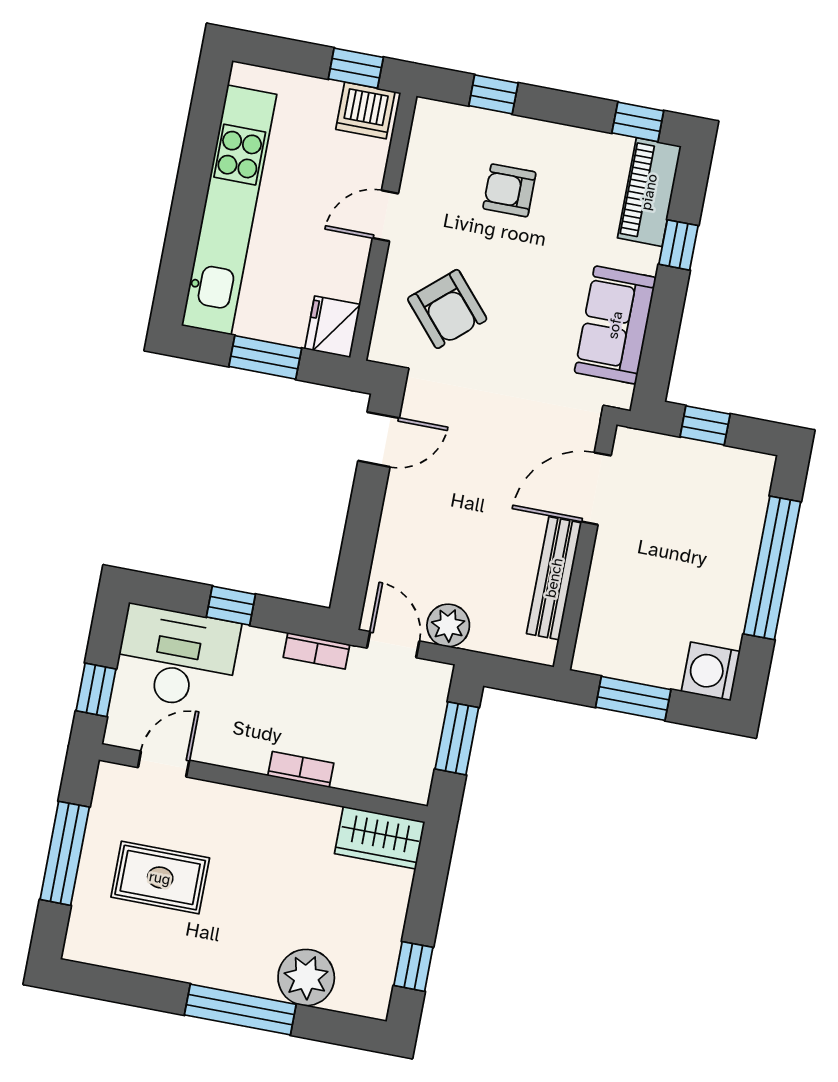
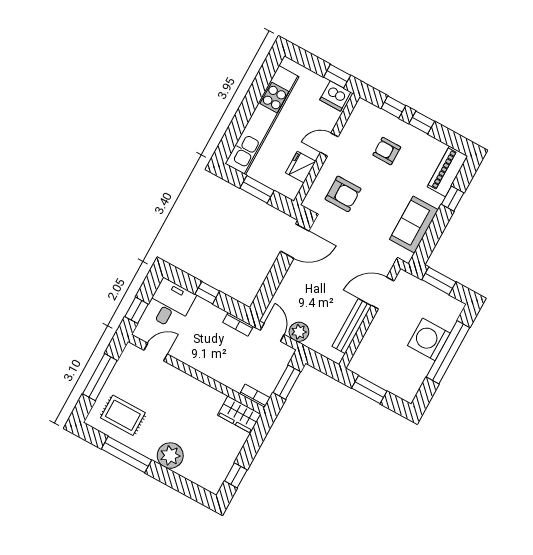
window: (638, 122) -> (422, 123), moved
armchair: (447, 309) -> (343, 194), turned -49
fridge: (333, 327) -> (301, 167), moved
window: (705, 425) -> (439, 281), width x1.50
door: (379, 439) -> (295, 241), width x1.38
desk: (177, 658) -> (170, 304), width x0.73
washing machine: (711, 671) -> (429, 339), moved, width x1.37, depth x1.37
bookcase: (301, 769) -> (255, 396), moved
rug: (160, 878) -> (123, 415), moved
plant: (306, 977) -> (170, 456), moved
window: (240, 1010) -> (126, 454), moved

